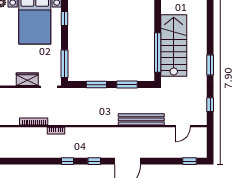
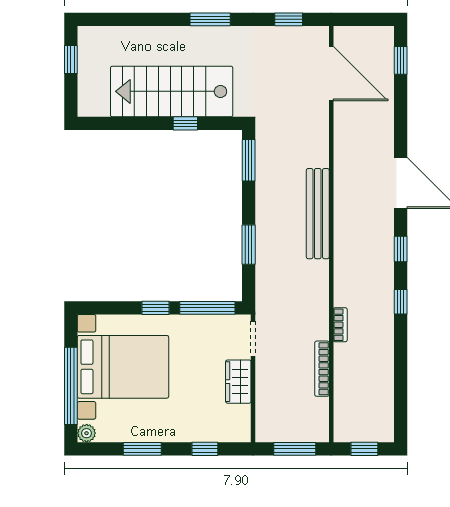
window: (64, 18) -> (155, 308), moved
window: (158, 53) -> (185, 123), width x0.32
window: (127, 85) -> (249, 160), moved
bench: (141, 119) -> (318, 214), moved
door: (183, 126) -> (331, 74), width x1.87

